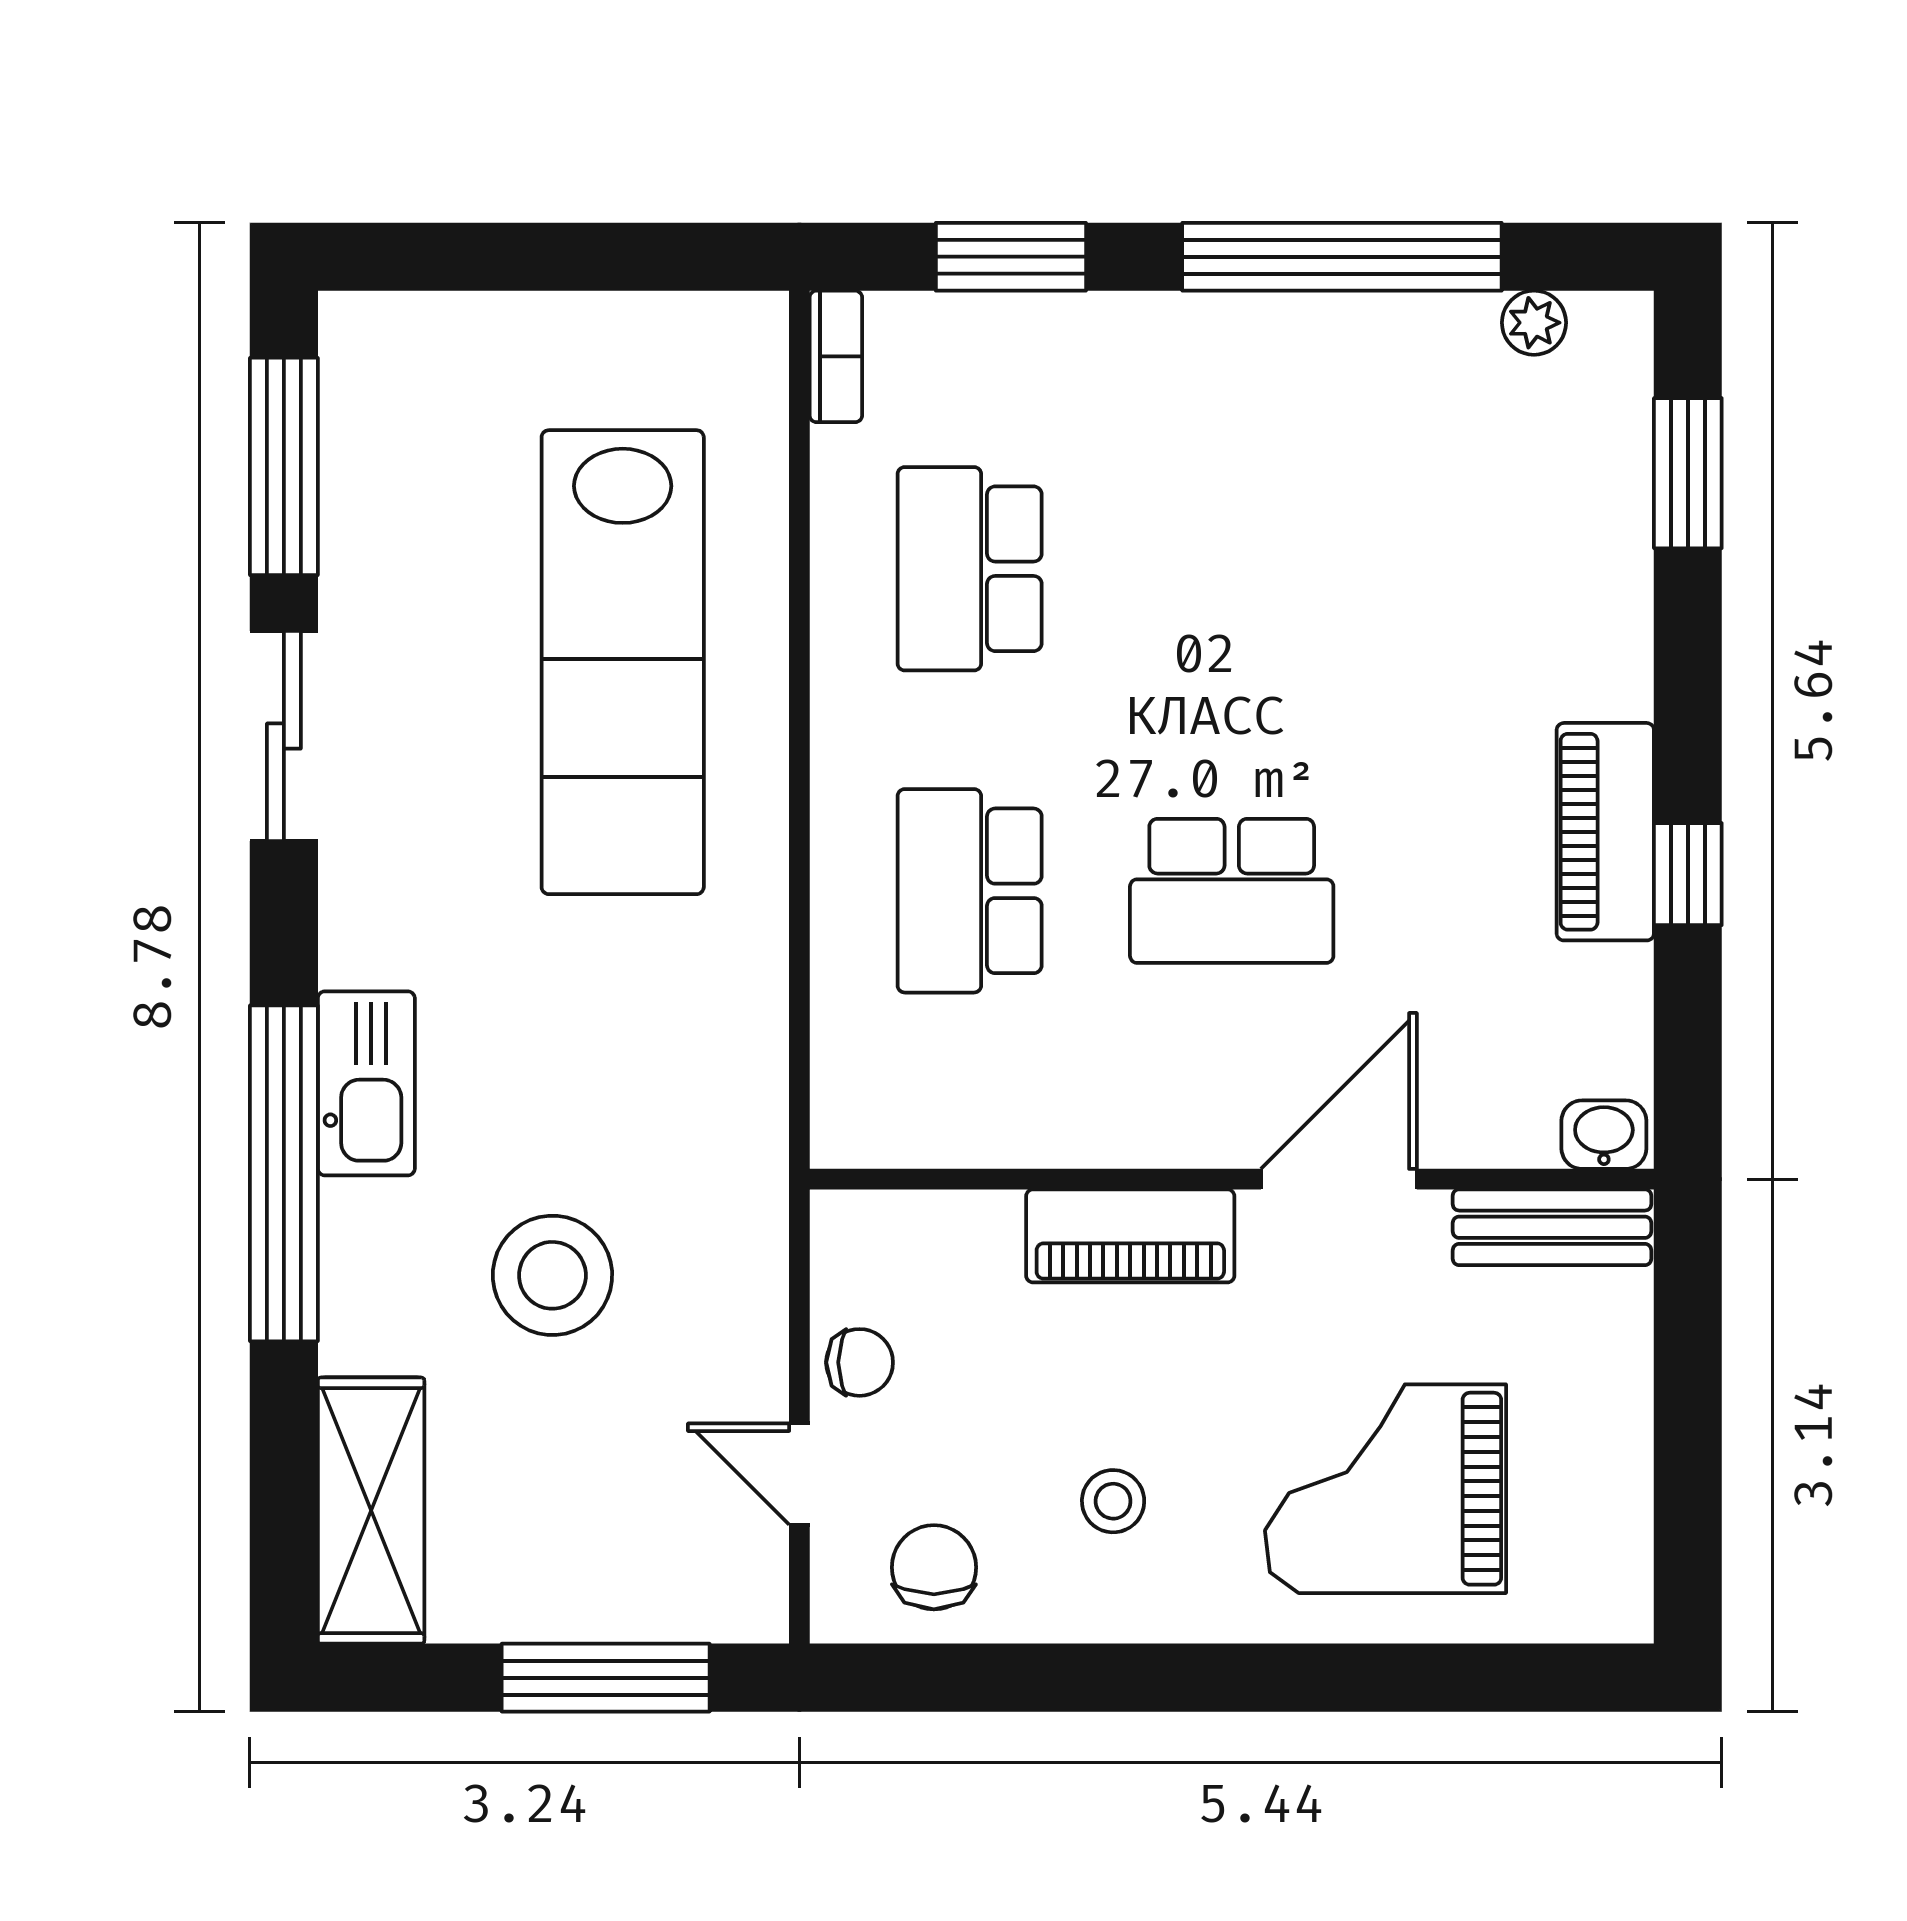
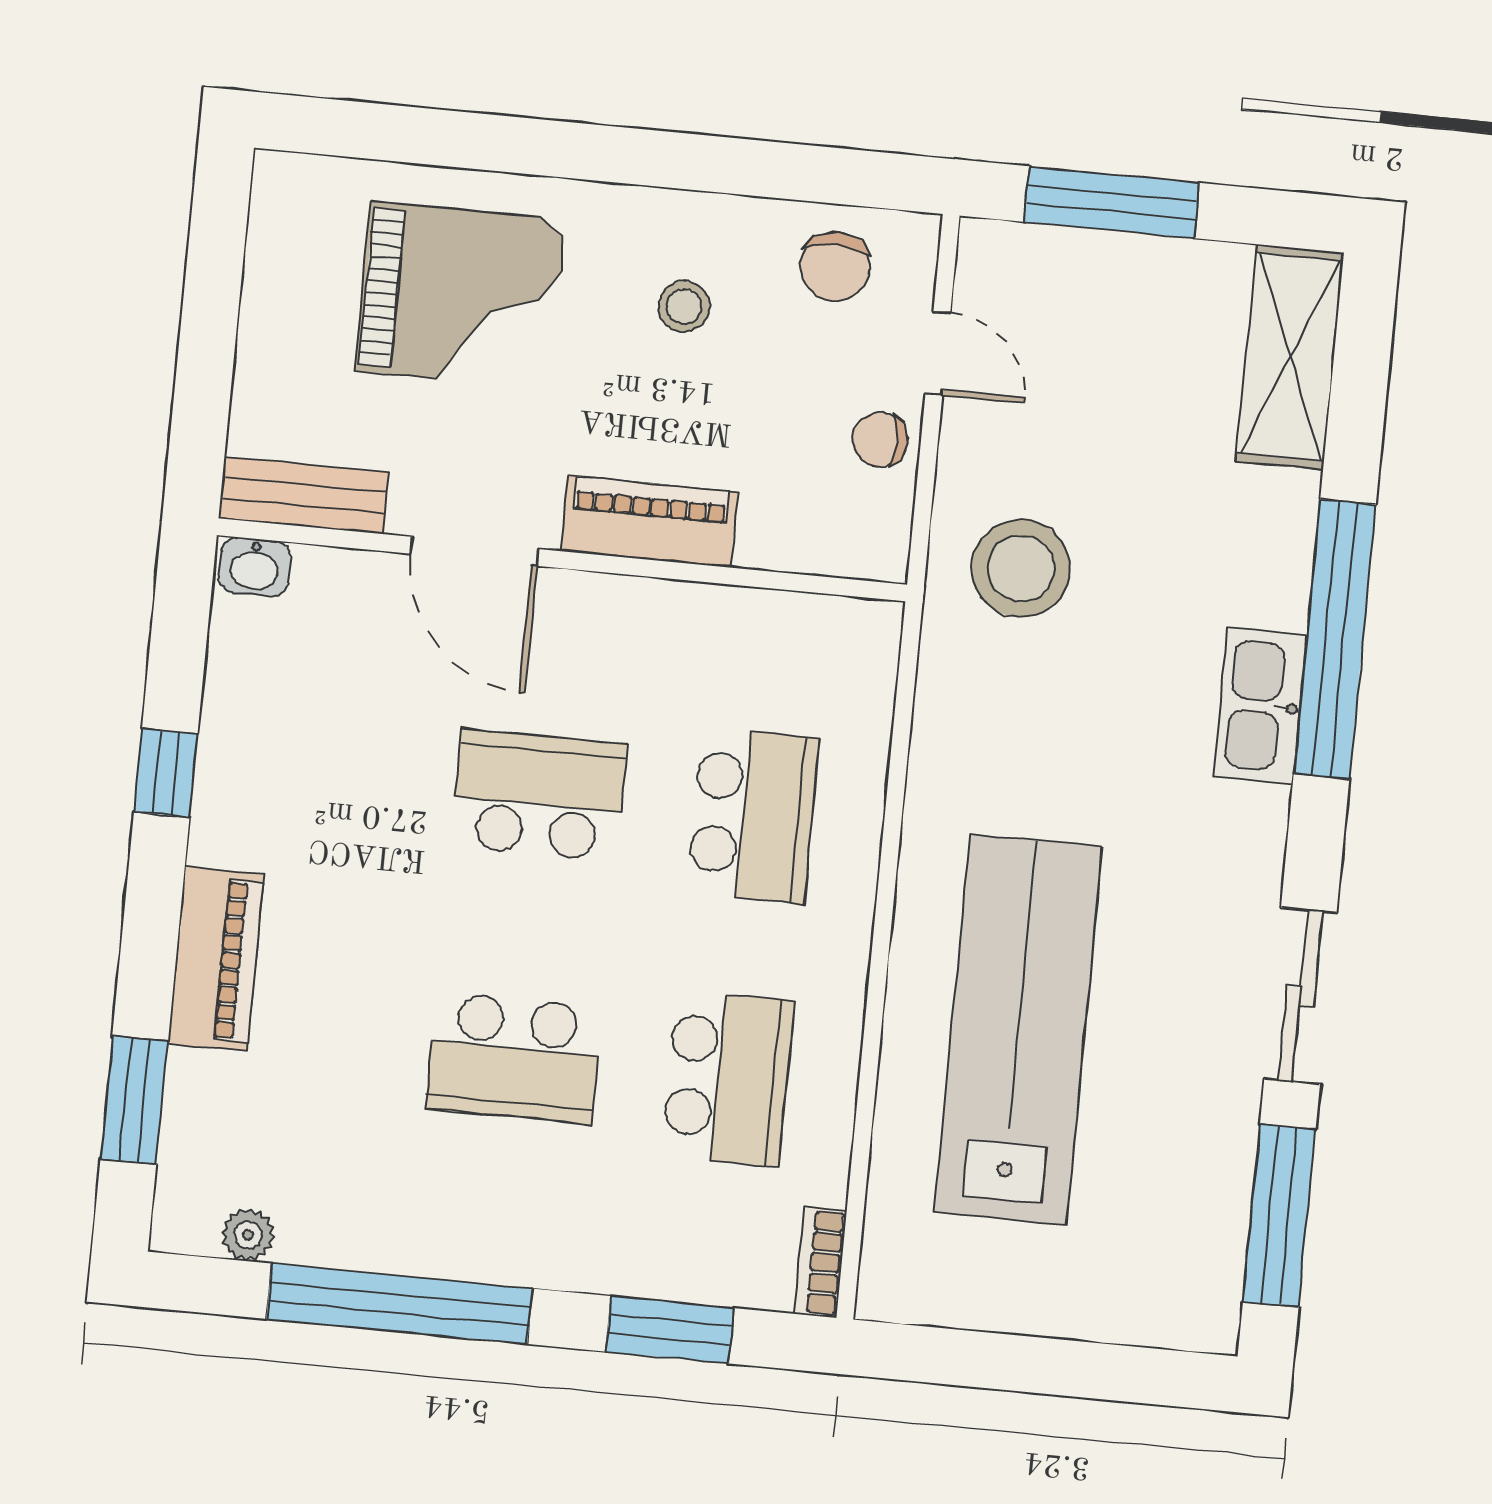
school desk: (1232, 569) -> (514, 1058), added
piano: (1605, 832) -> (216, 959), moved
door: (1339, 1179) -> (475, 551), hinge flipped
stool: (552, 1275) -> (1021, 569), moved

